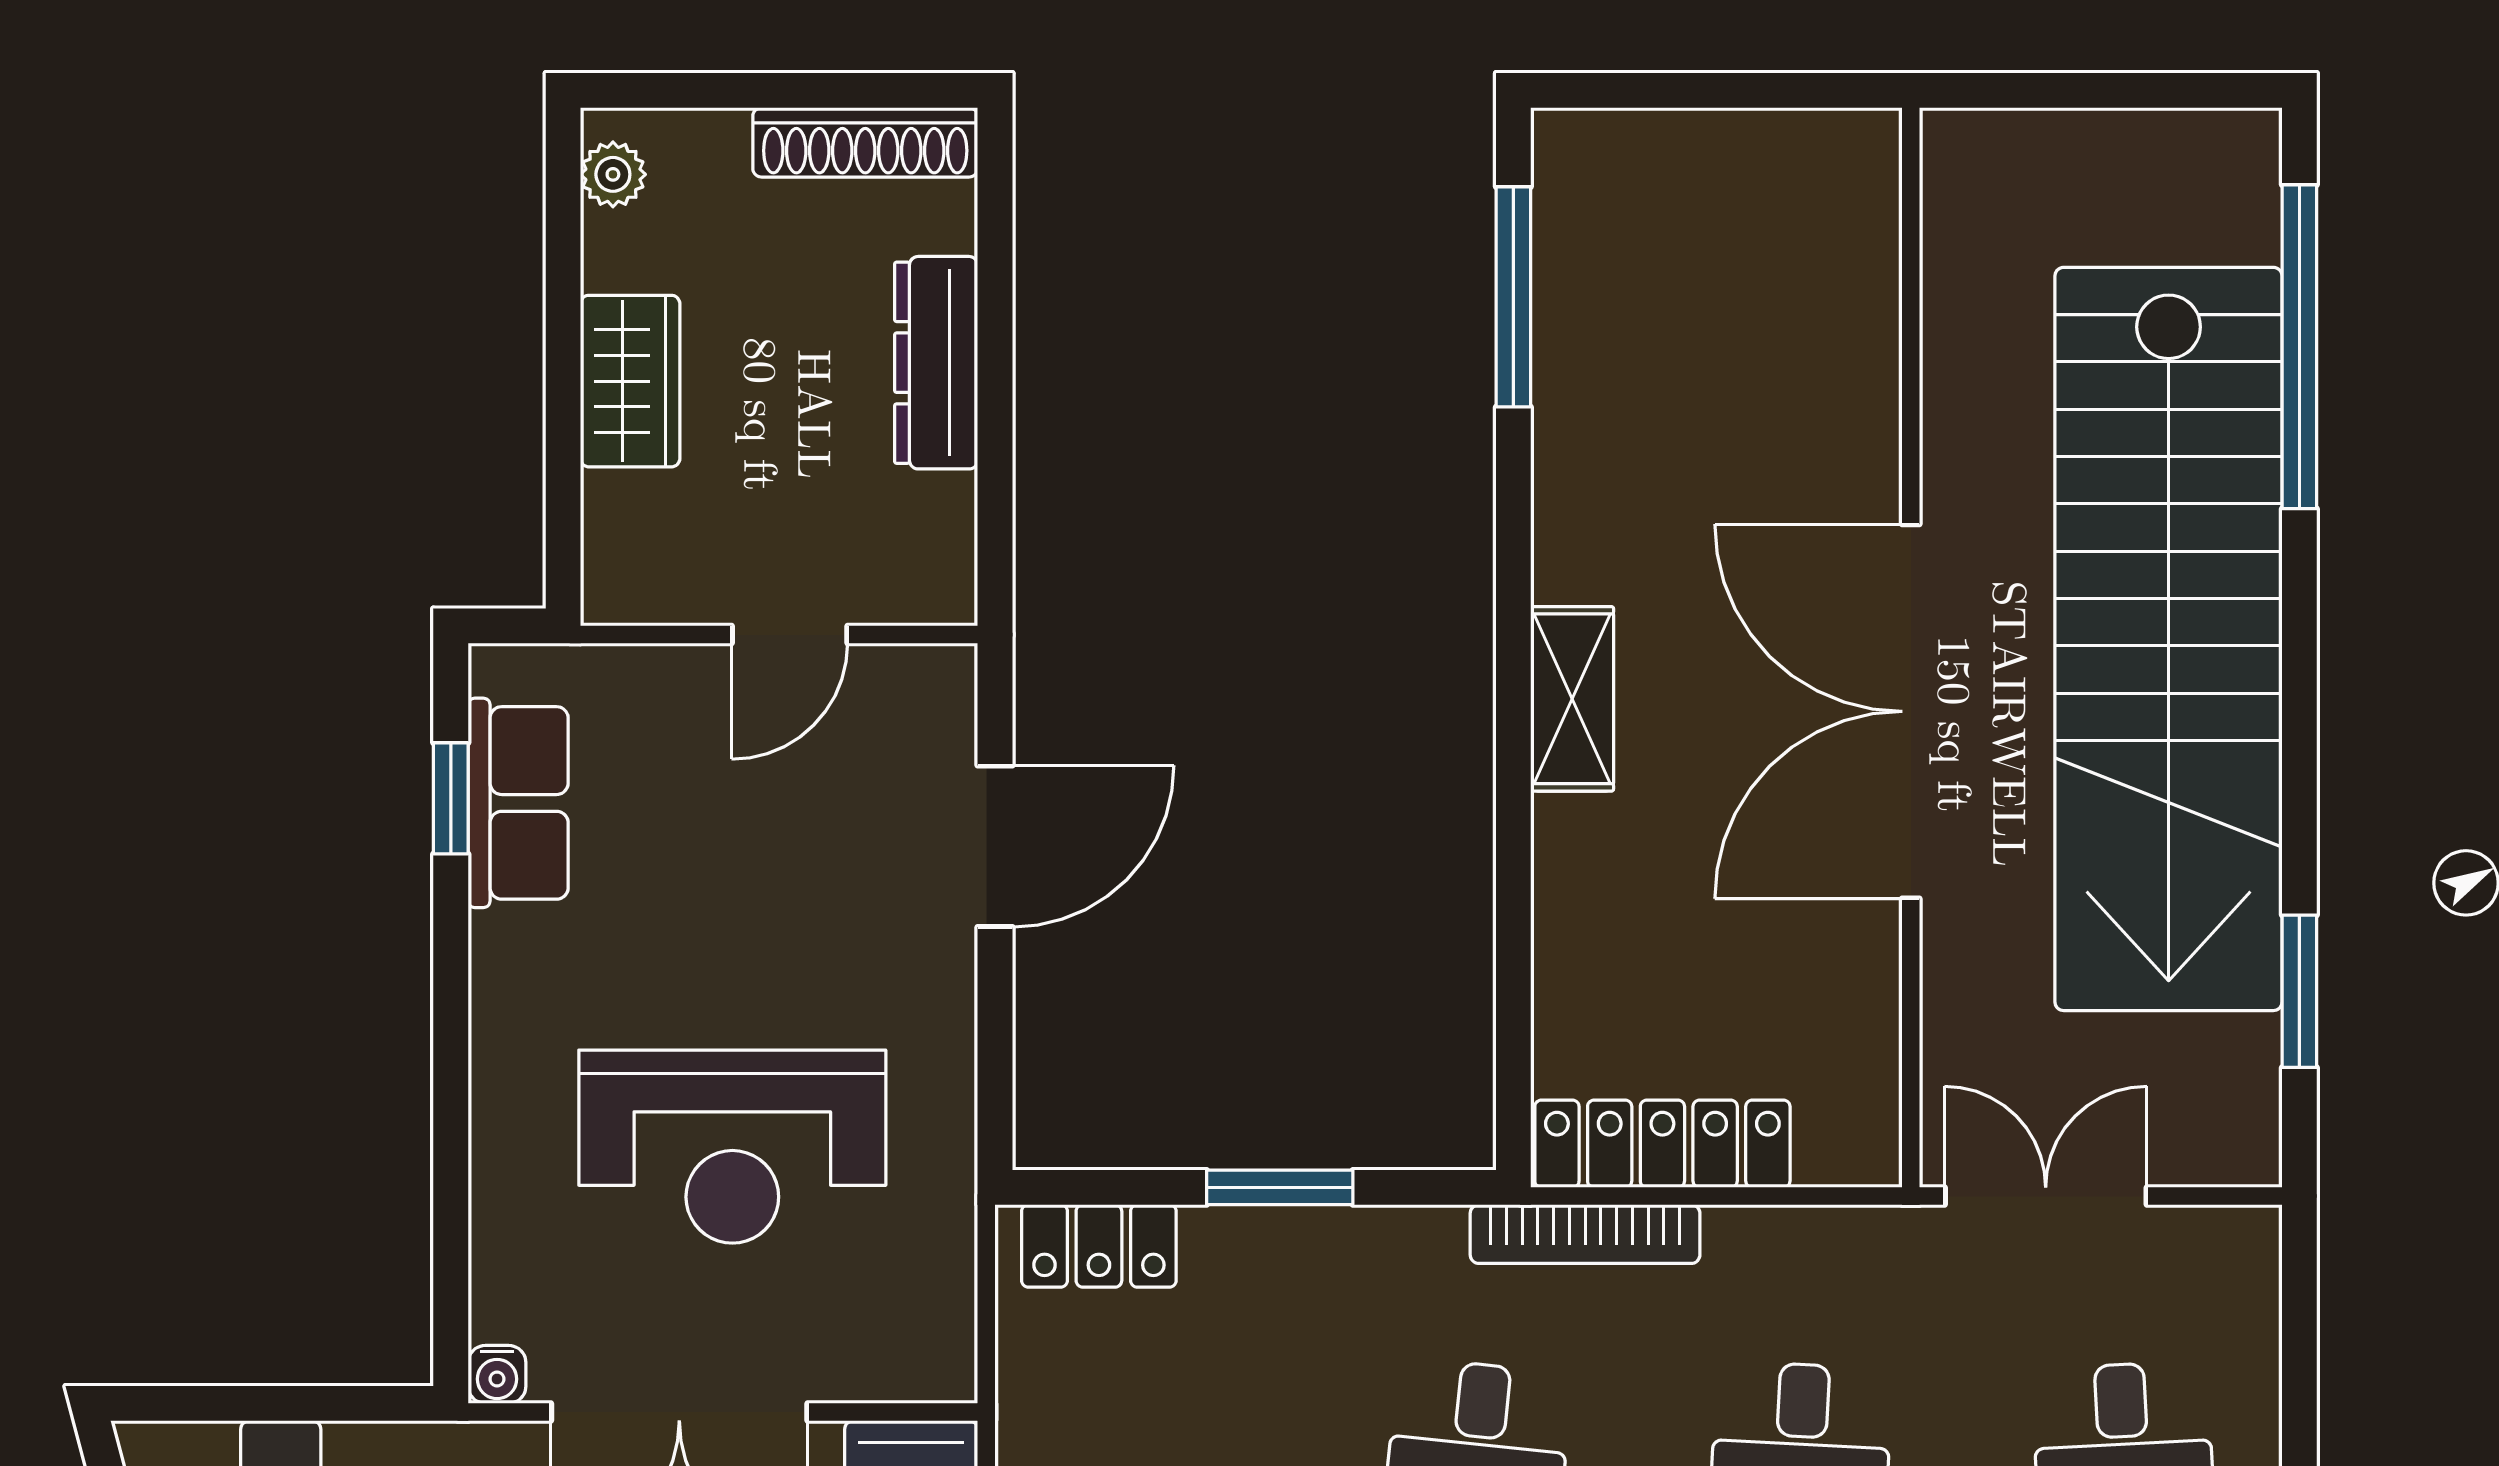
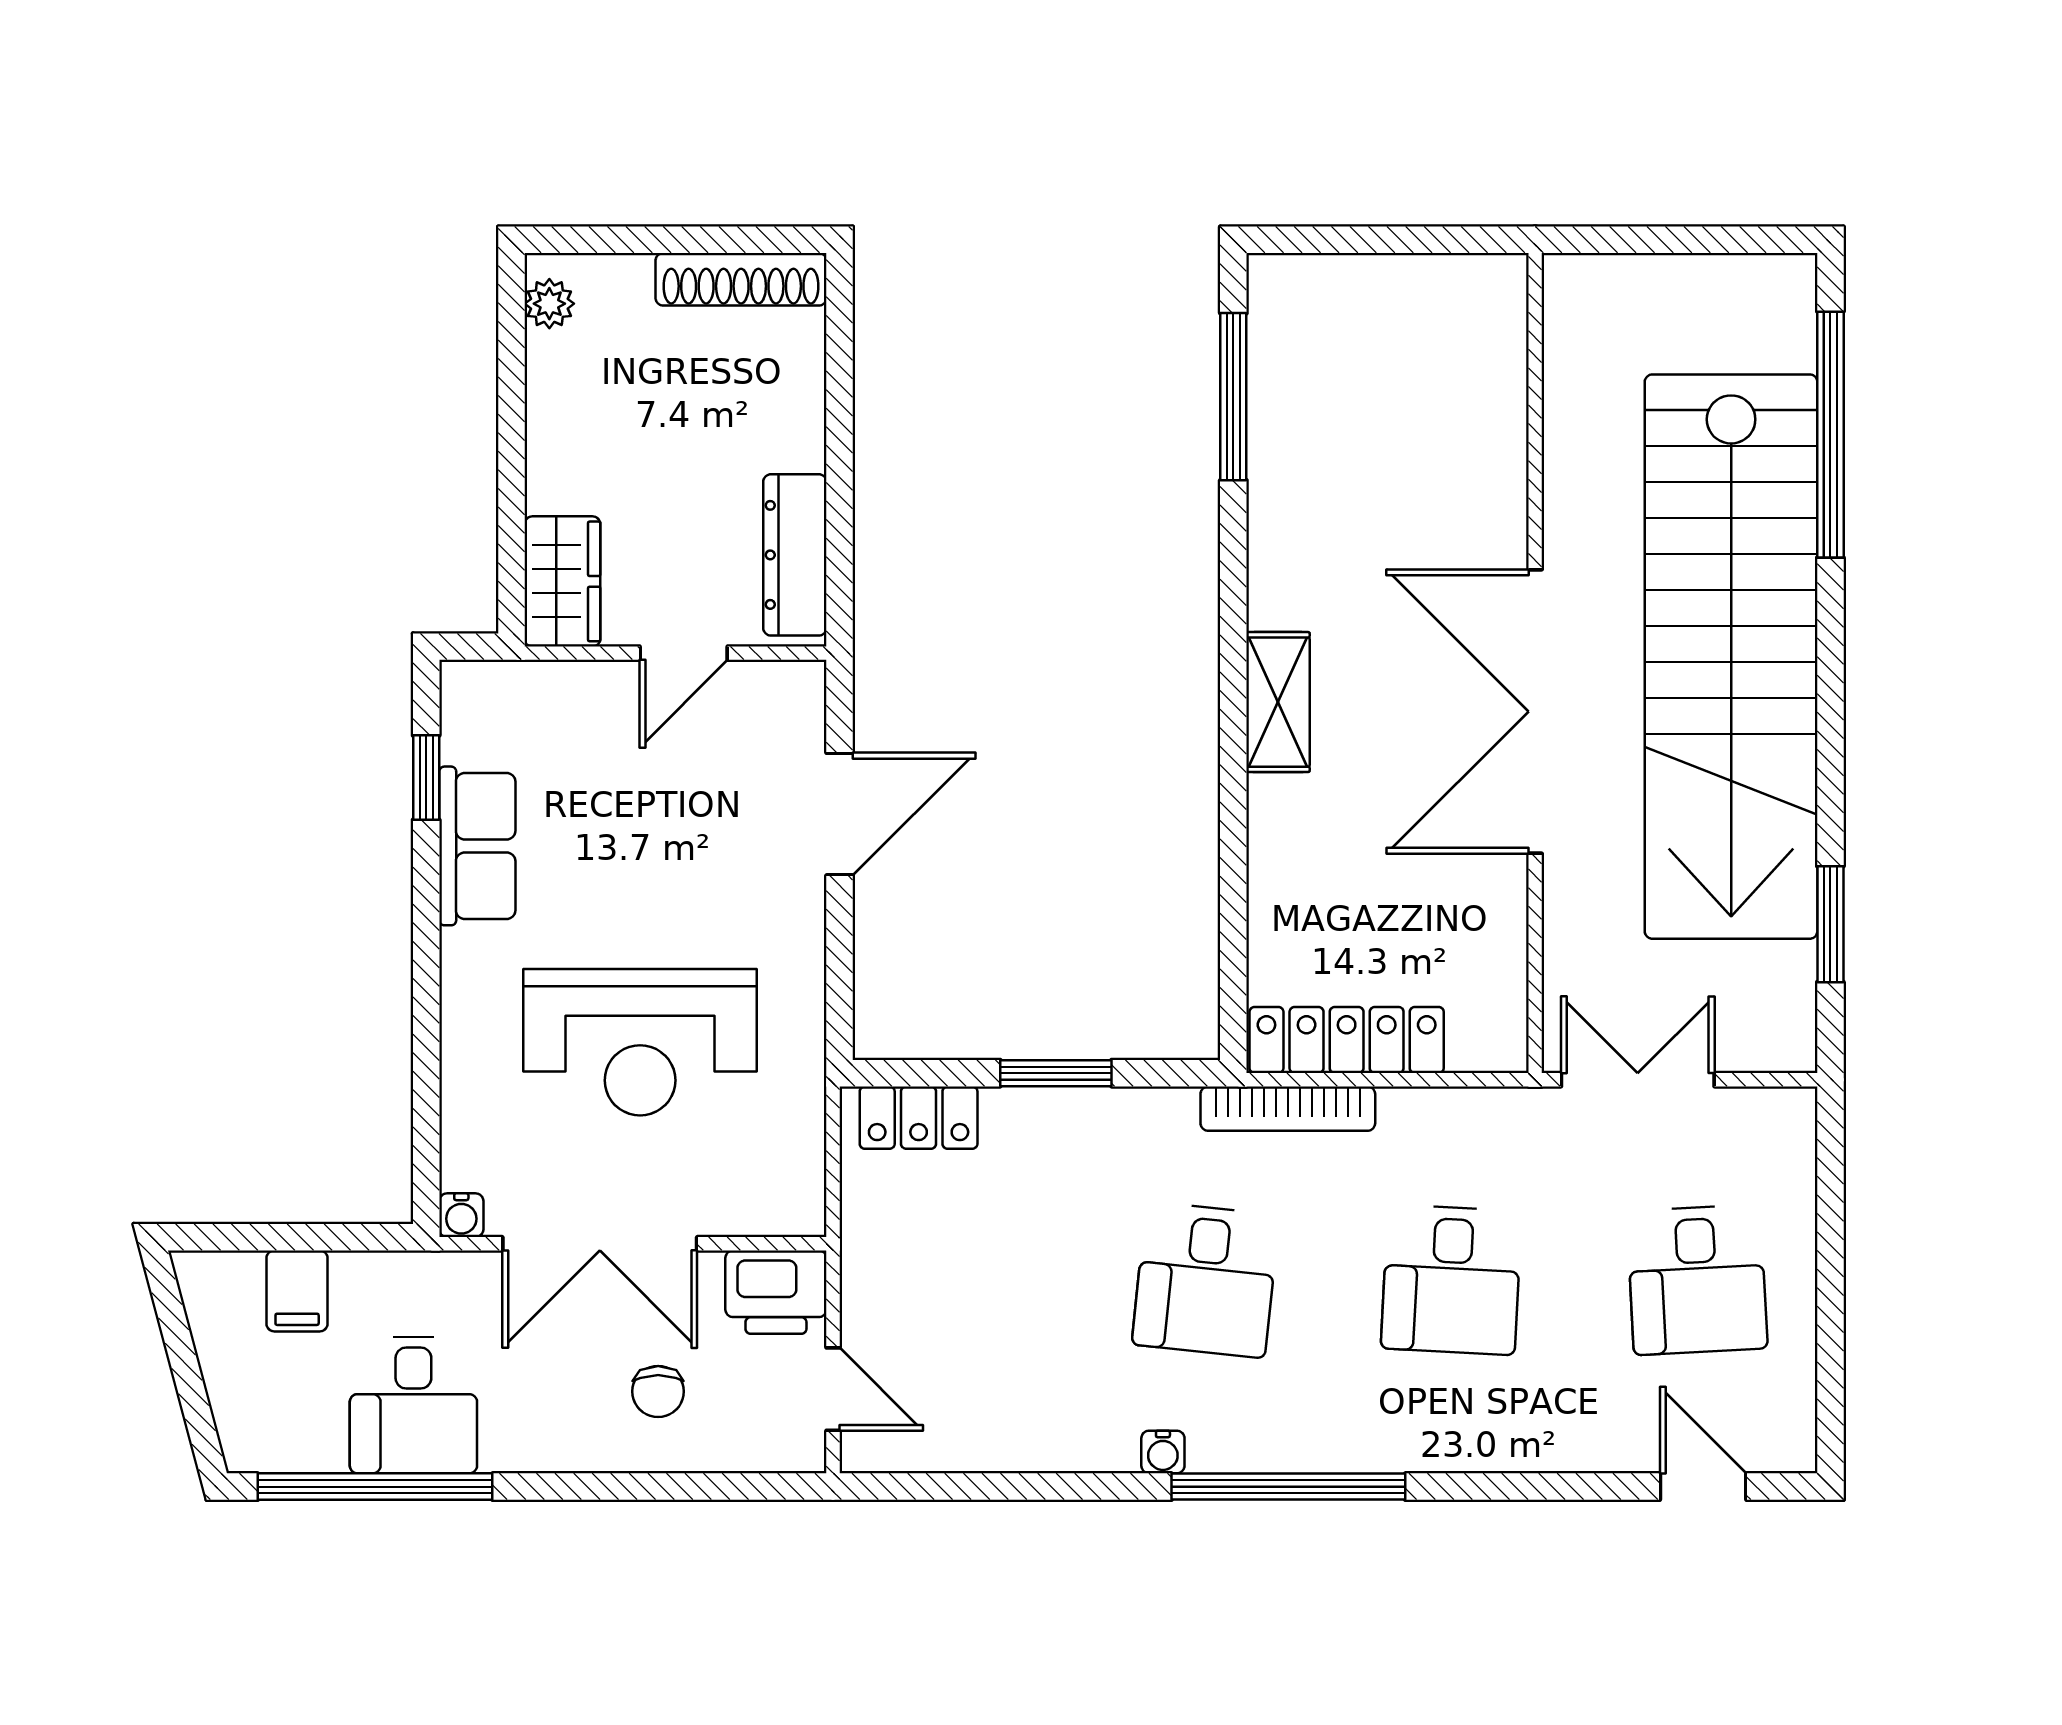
dresser: (936, 363) -> (795, 555), moved
wardrobe: (630, 381) -> (562, 581), moved
row of seats: (518, 803) -> (477, 846), moved

